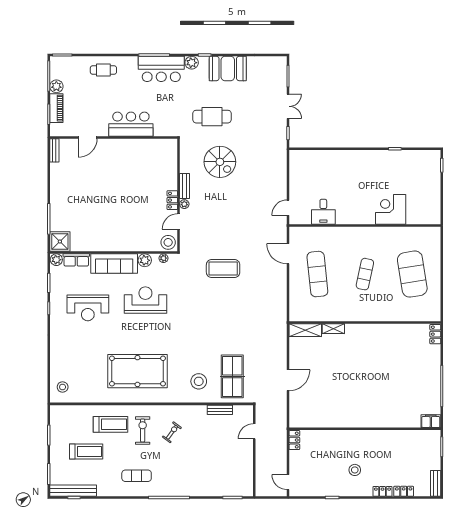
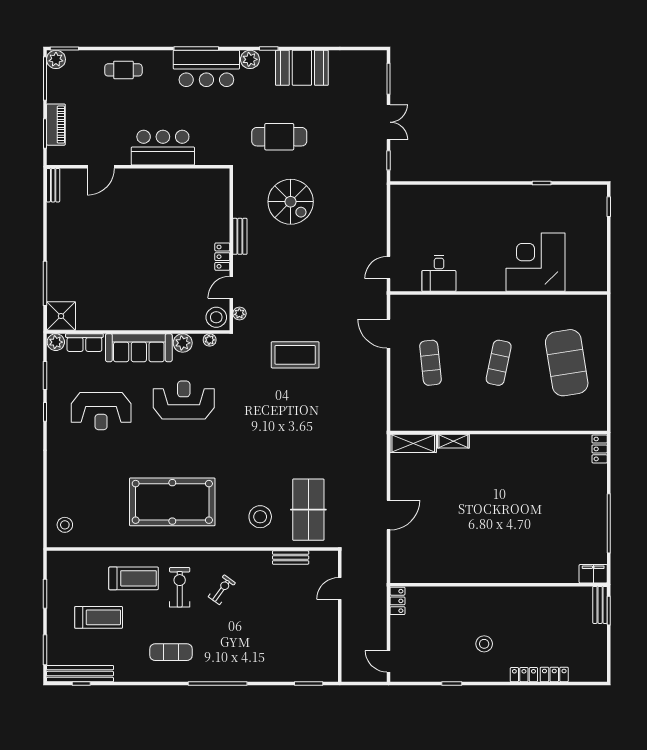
plant: (56, 86) -> (56, 59), moved
plant: (184, 204) -> (239, 313), moved
corner desk: (391, 209) -> (535, 262), width x1.36, depth x1.36
exercise mat: (317, 274) -> (431, 363), width x0.73, depth x0.69
bench: (436, 483) -> (600, 605), moved

